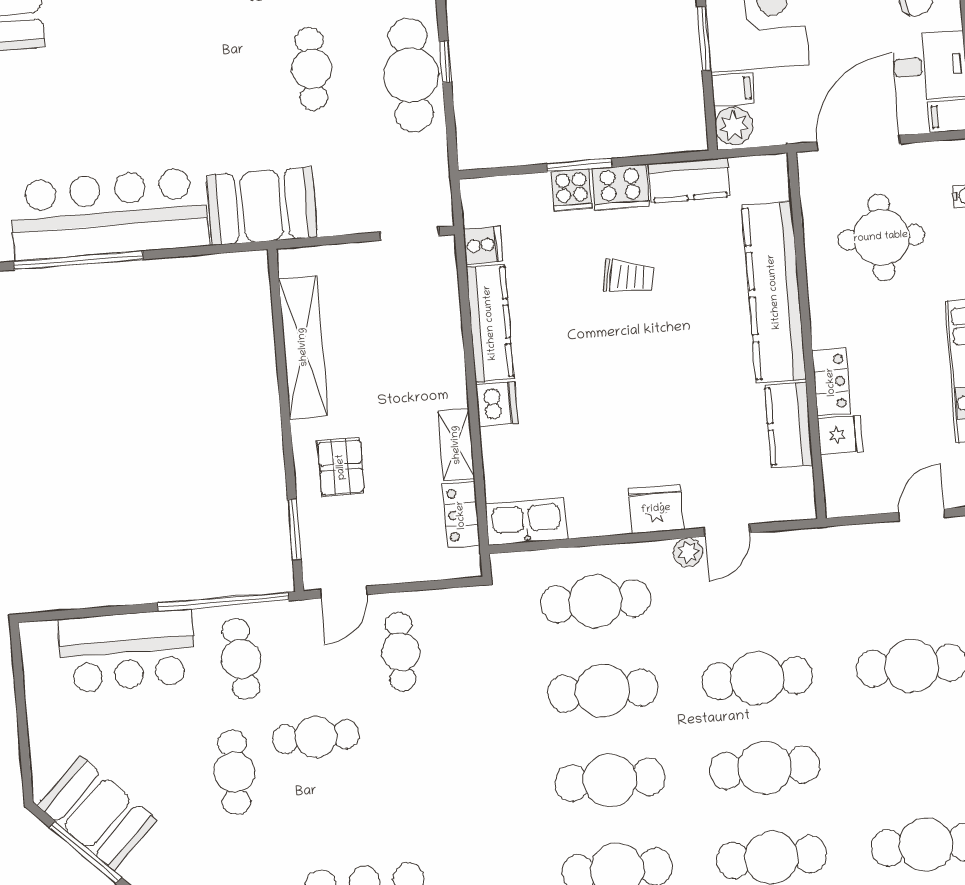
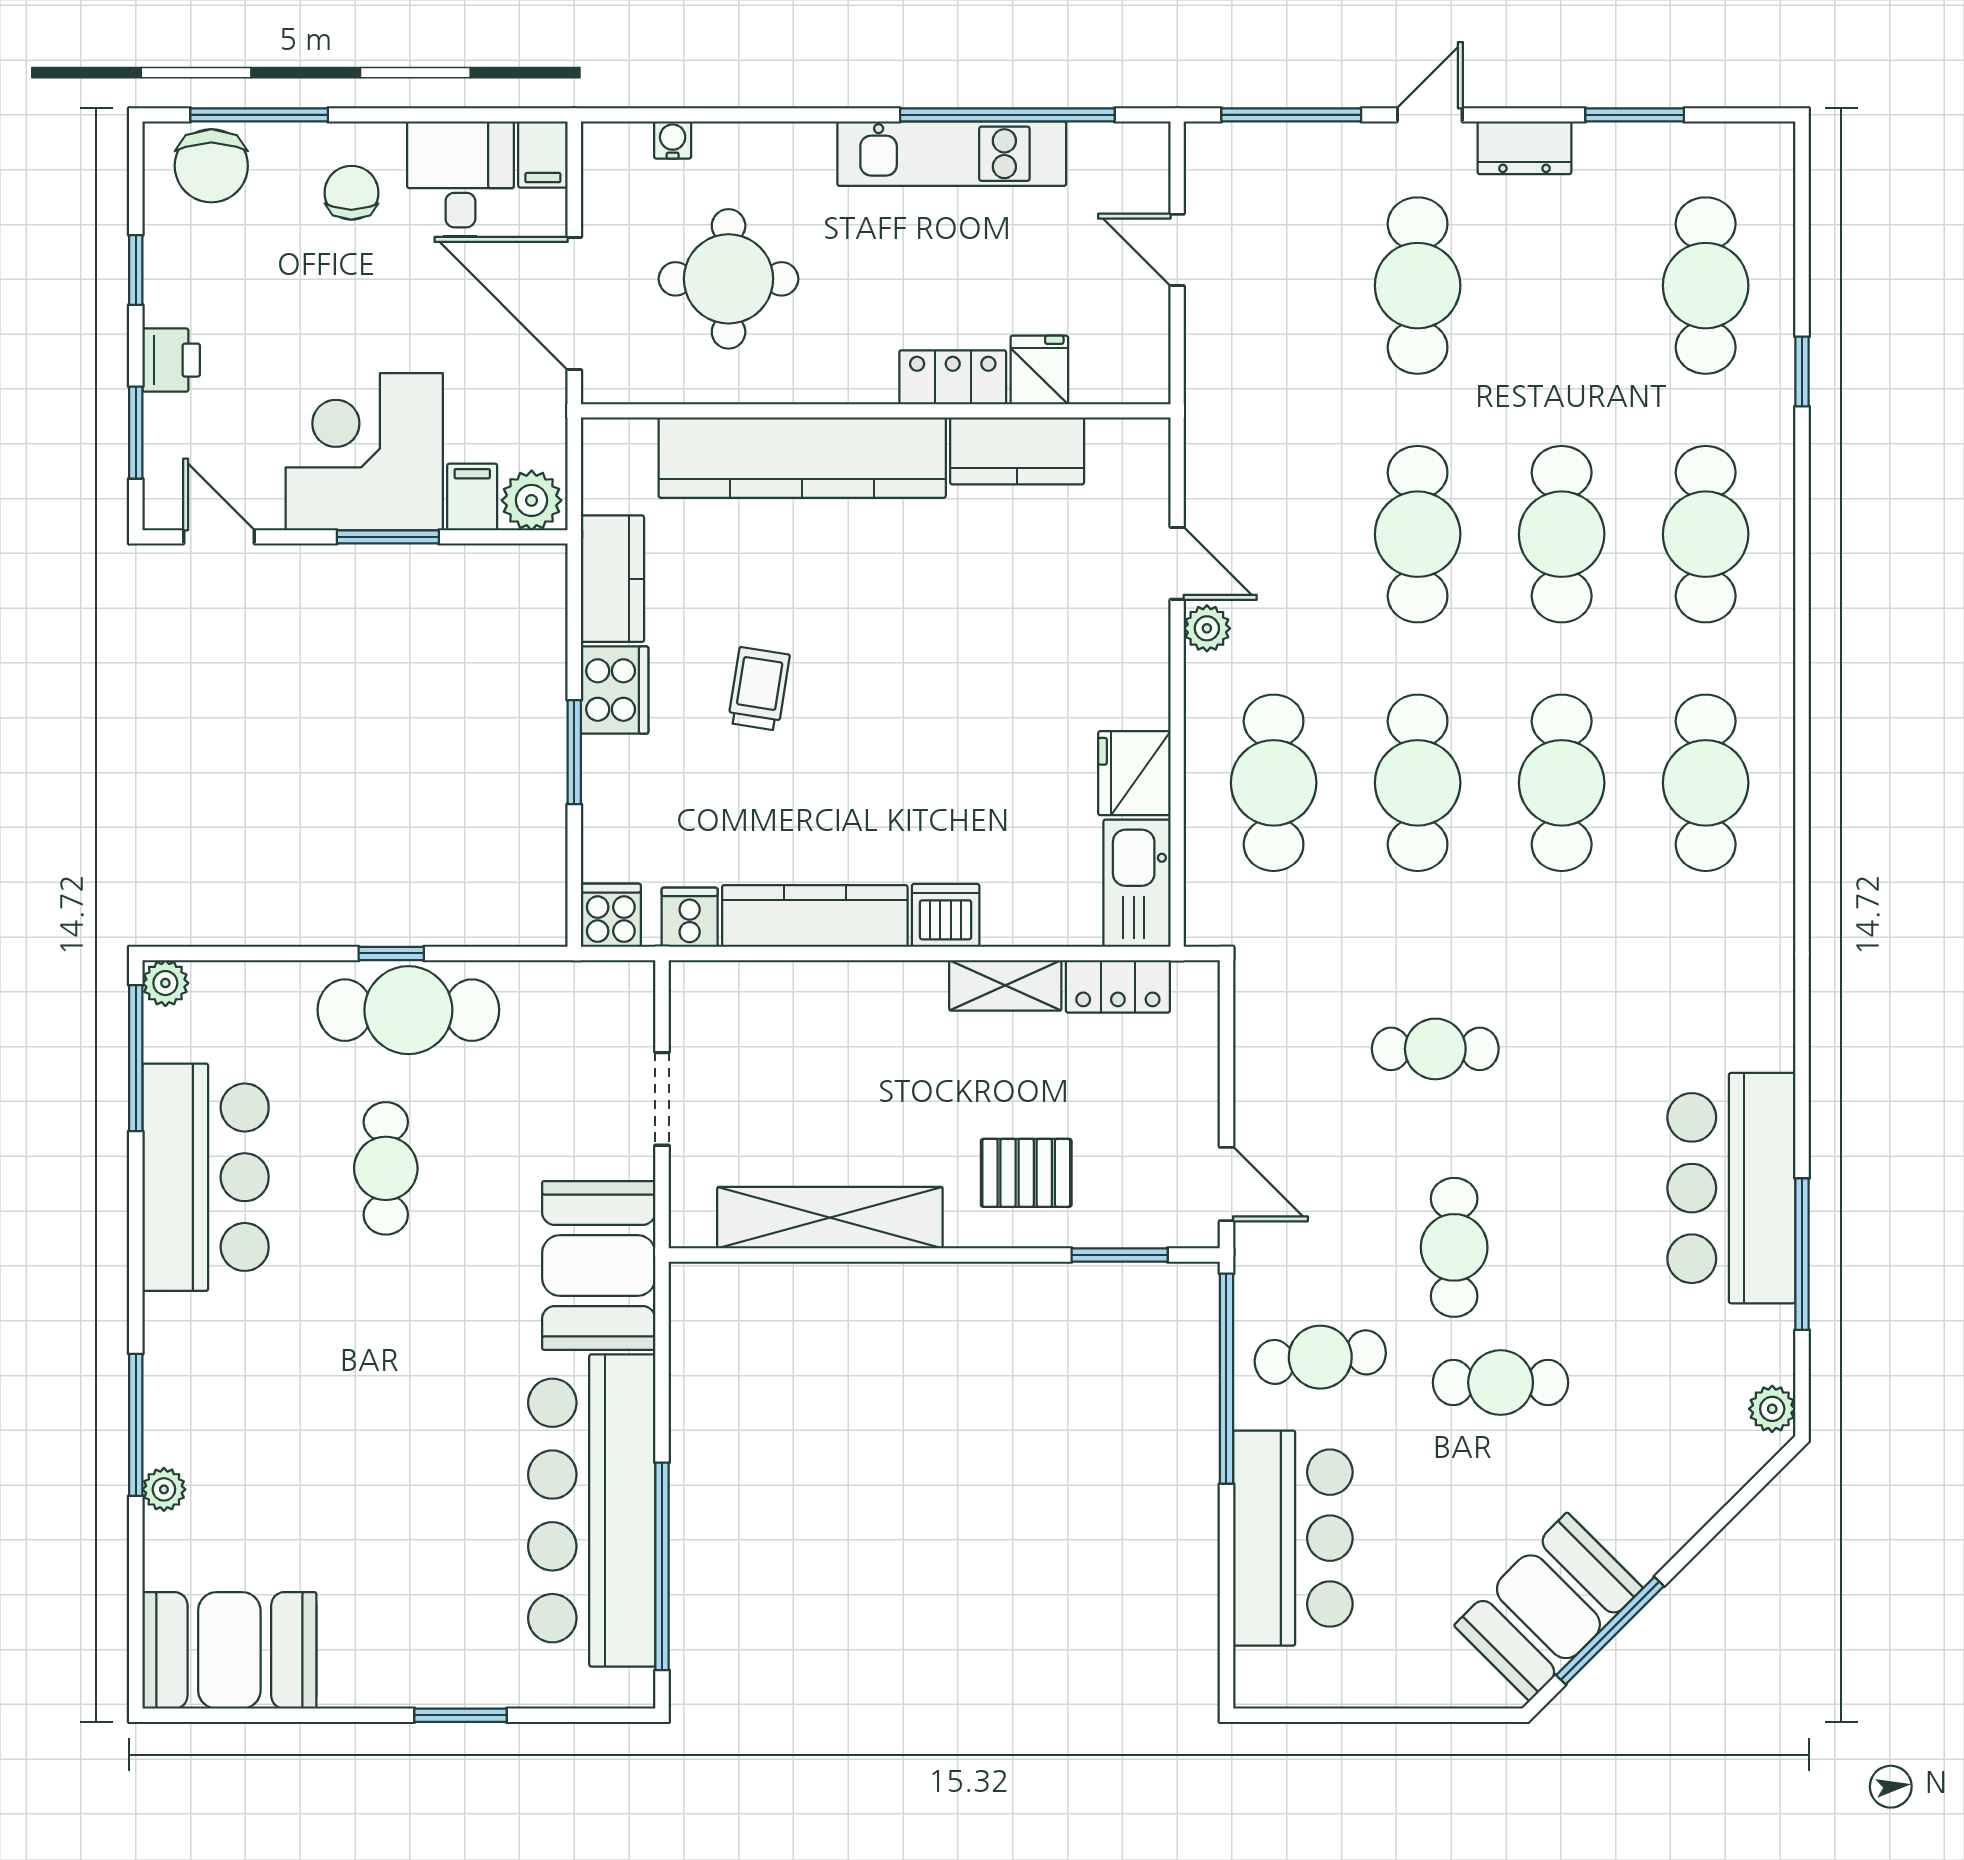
cafe table: (312, 69) -> (386, 1168), turned 90
cooker: (572, 190) -> (611, 915), moved, turned -90
doorway: (410, 234) -> (662, 1099), moved
fridge: (656, 509) -> (1134, 773), moved
cafe table: (401, 652) -> (1435, 1049), moved

